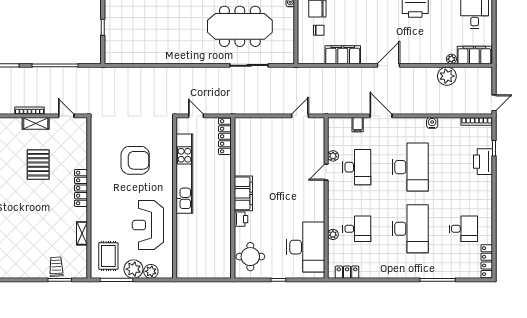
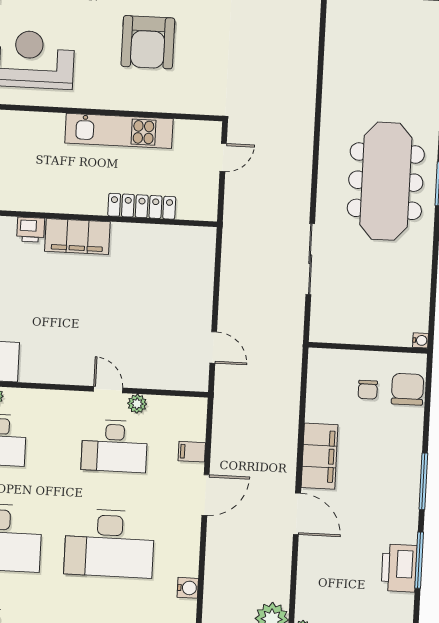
meeting table: (240, 26) -> (386, 181), moved
filing cabinet: (343, 55) -> (320, 456), moved
locker: (225, 136) -> (142, 206), moved
kitchen unit: (184, 174) -> (119, 131), width x0.73

